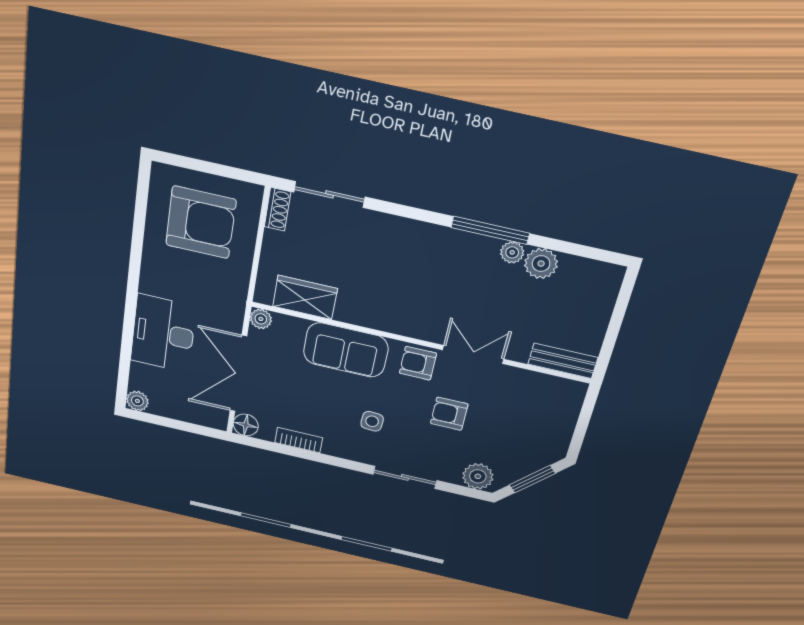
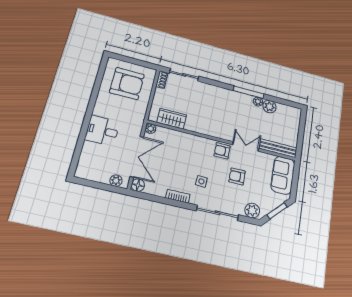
desk: (163, 334) -> (102, 131), width x0.73
sofa: (346, 350) -> (283, 175), moved, turned 90
bench: (563, 361) -> (278, 148), width x1.36
double door: (238, 374) -> (137, 157), swing flipped
plant: (137, 401) -> (116, 181), moved
bookcase: (299, 440) -> (178, 196), moved
sliding door: (405, 477) -> (218, 213), width x1.37

